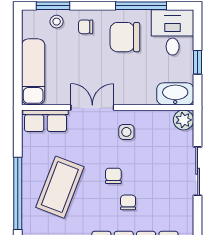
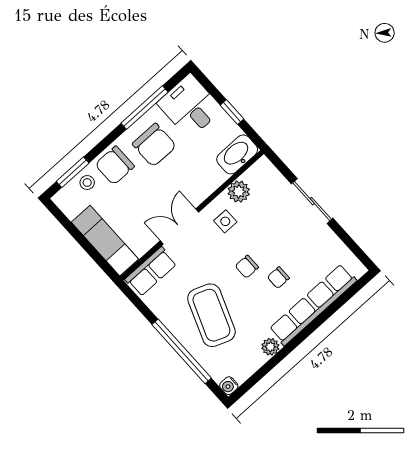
chair: (86, 27) -> (115, 165), width x1.87, depth x1.87
chair: (125, 37) -> (154, 145), turned -90
plant: (184, 120) -> (239, 191), moved
chair: (113, 176) -> (247, 267), turned -90
chair: (128, 202) -> (278, 278), turned -90

